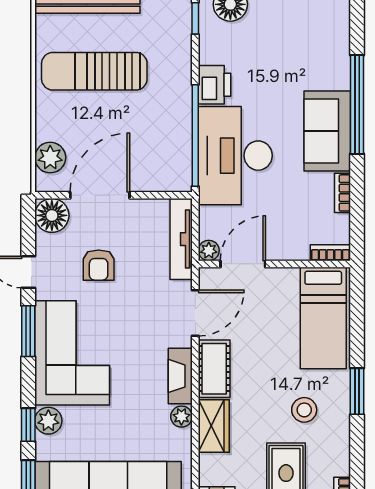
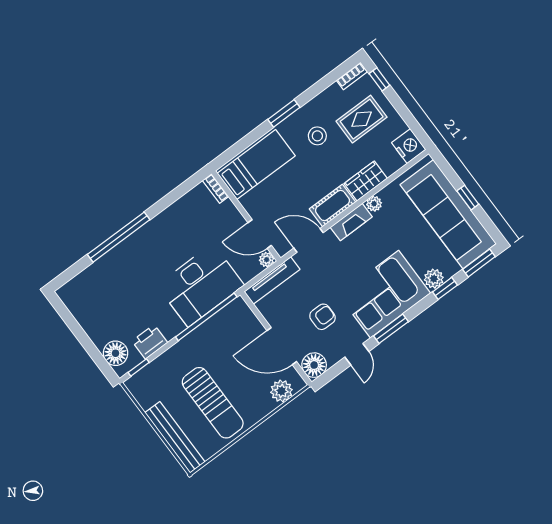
printer: (214, 85) -> (150, 342), moved
sofa: (327, 131) -> (147, 243), removed
bookcase: (343, 193) -> (176, 207), removed

